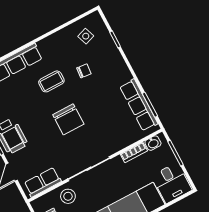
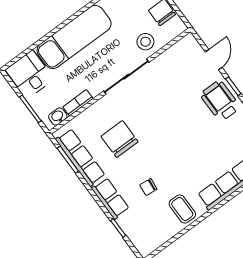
side table: (86, 36) -> (152, 227), removed
coffee table: (51, 81) -> (182, 209), moved, turned 90
chair: (68, 119) -> (120, 139), moved
row of seats: (43, 182) -> (110, 198), moved, turned -90

